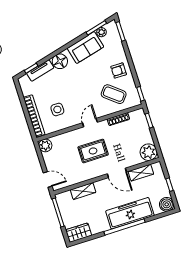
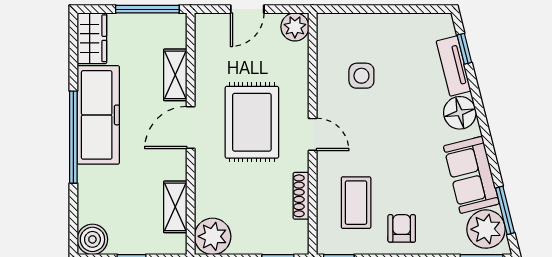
plant: (101, 32) -> (486, 229), width x1.88, depth x1.88
coffee table: (114, 94) -> (356, 203), turned -39
bookcase: (34, 116) -> (364, 23), removed
rug: (93, 151) -> (252, 122), width x1.36, depth x1.43
door: (117, 173) -> (191, 127), moved
door: (48, 180) -> (247, 9), moved
freezer: (130, 213) -> (98, 115), moved

